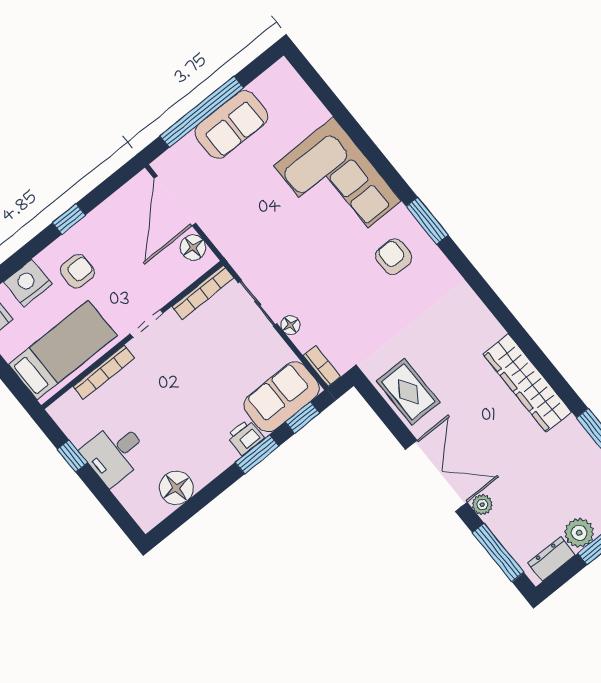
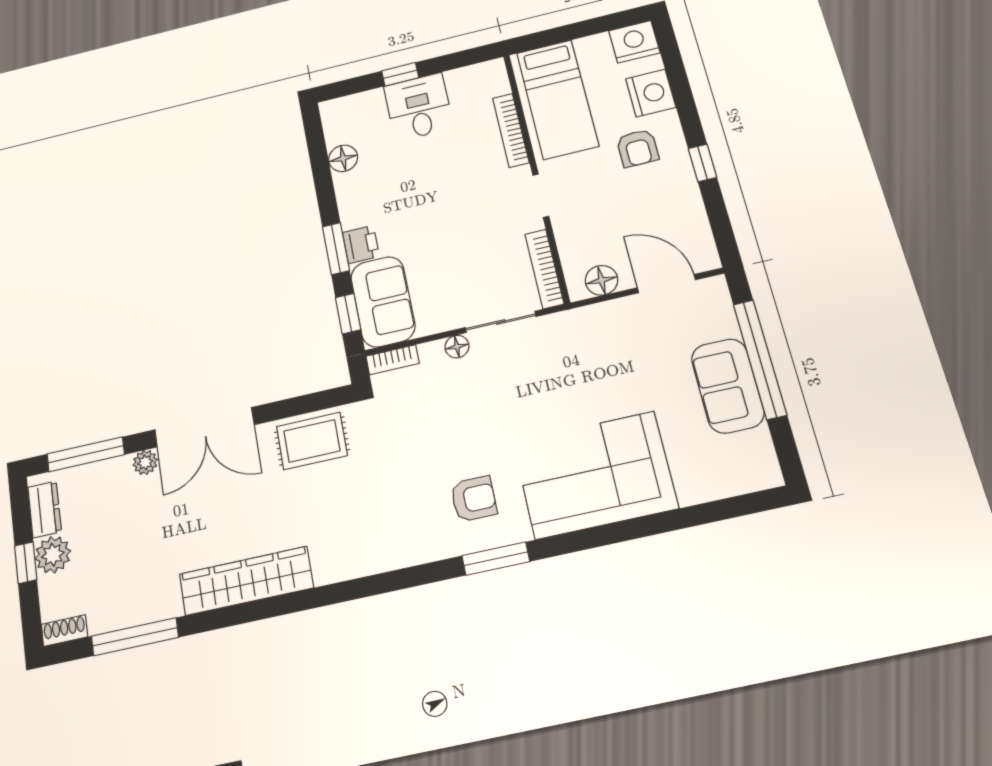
door: (175, 201) -> (666, 284), width x0.73
window: (72, 456) -> (400, 74), moved
floor lamp: (176, 488) -> (343, 158), width x0.73, depth x0.73

